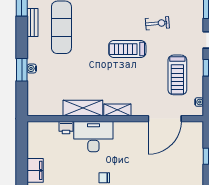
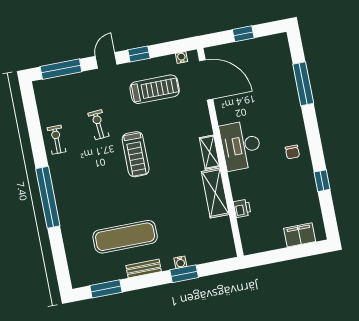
bench: (32, 22) -> (144, 268), moved
door: (165, 119) -> (206, 80), moved
desk: (93, 137) -> (241, 145), moved

